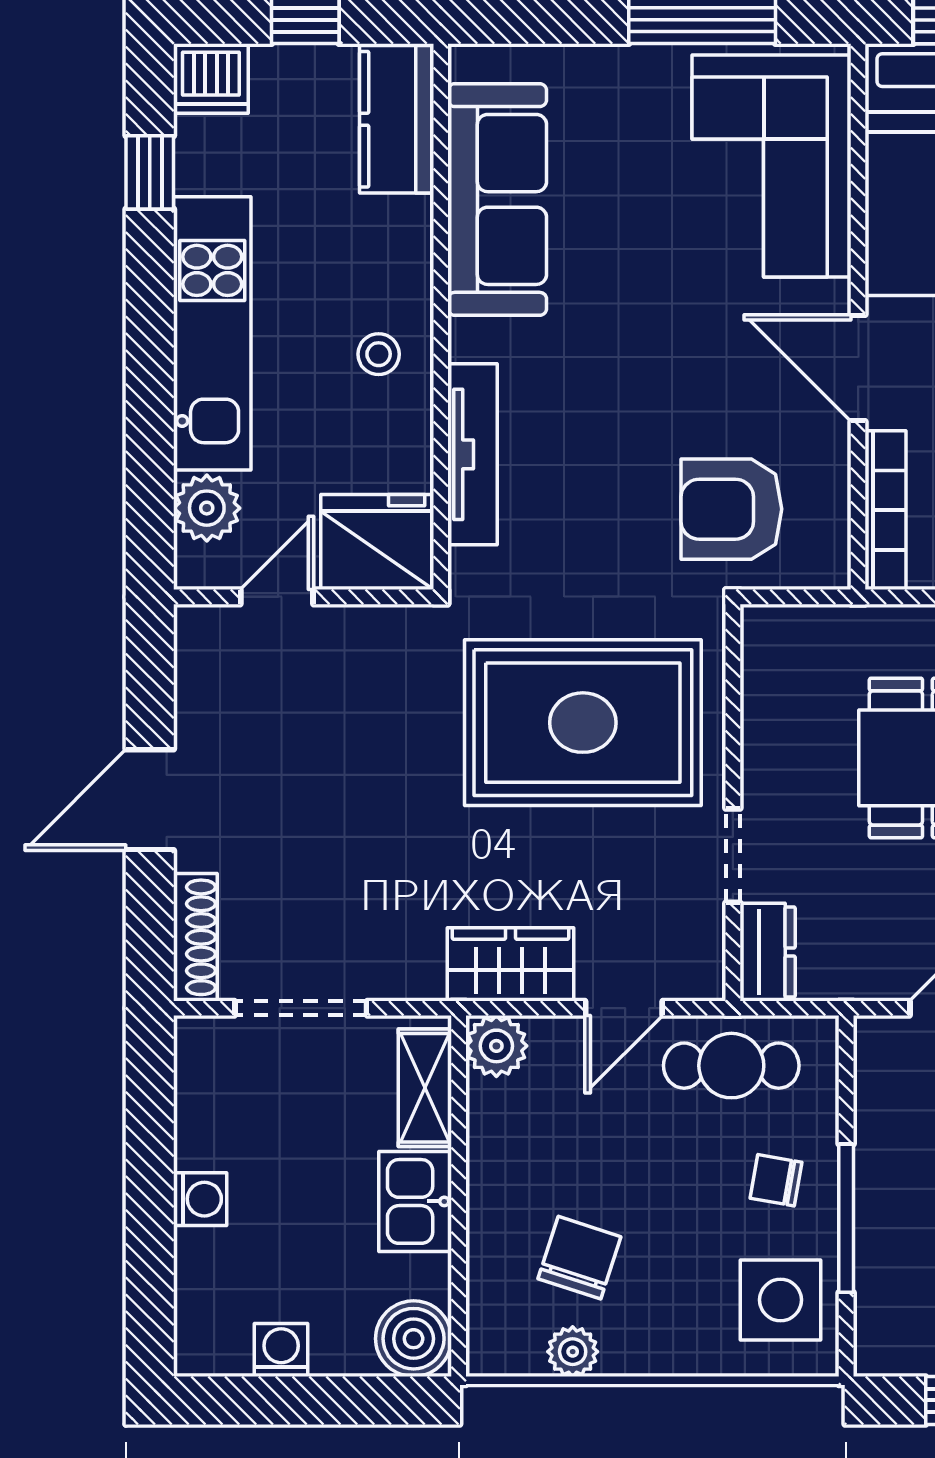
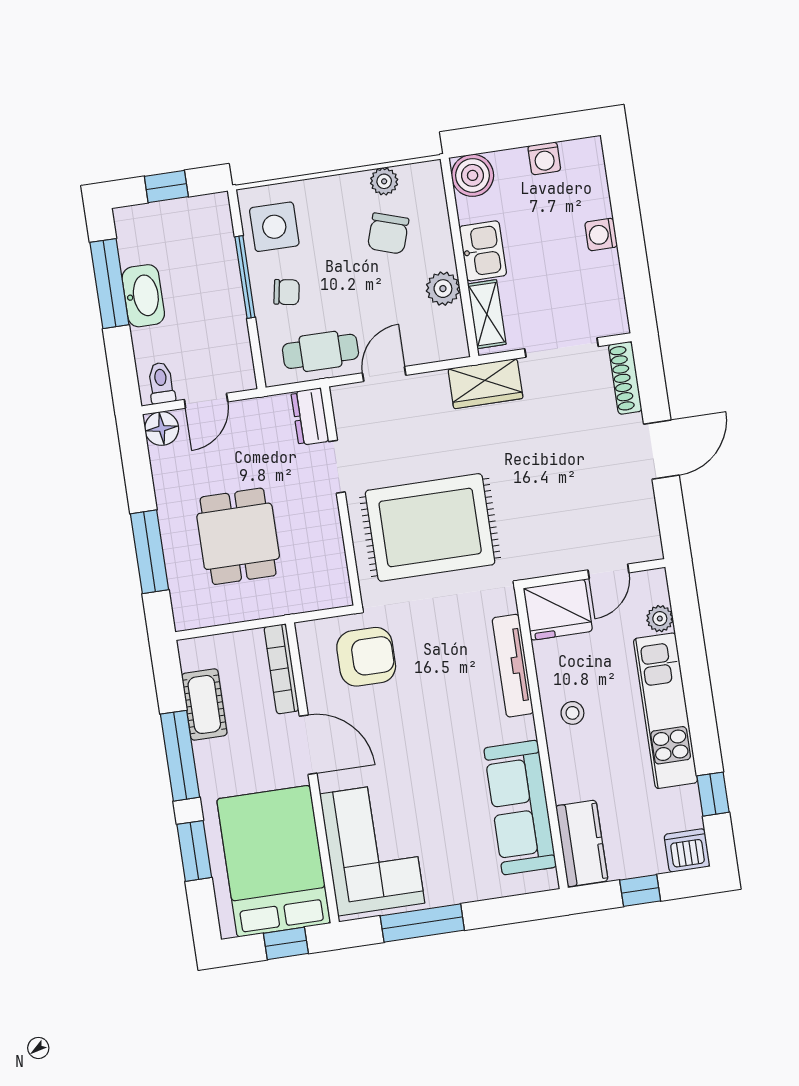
plant: (207, 508) -> (660, 619), width x0.73, depth x0.73
wardrobe: (511, 964) -> (485, 384), moved
plant: (496, 1046) -> (443, 289), moved

